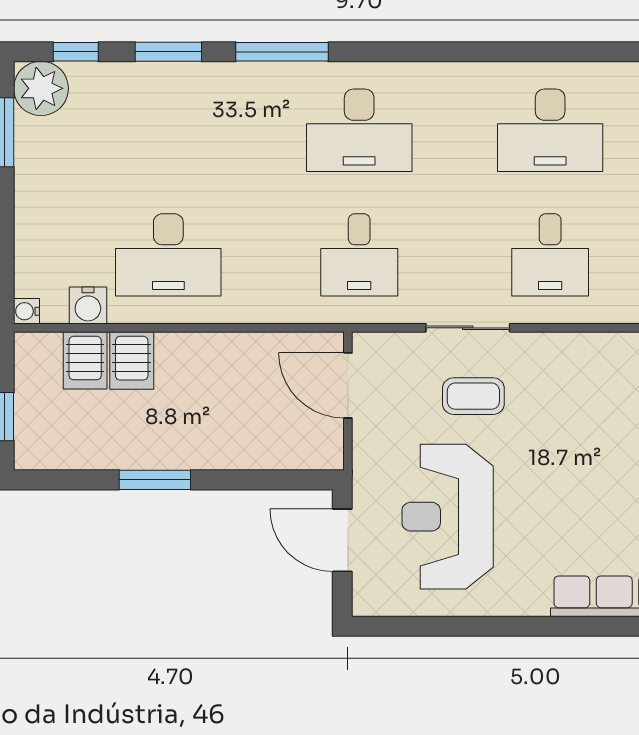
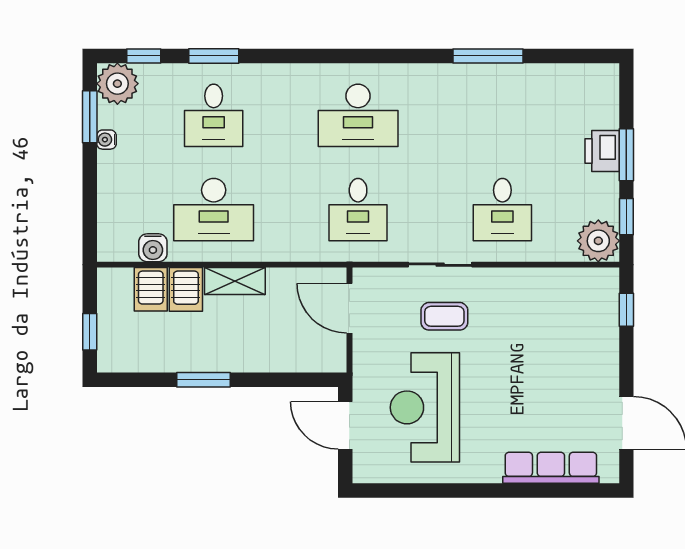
window: (282, 52) -> (488, 56), moved
desk: (550, 130) -> (214, 115), moved, width x0.73
water cooler: (27, 311) -> (106, 140), moved
shelving: (196, 350) -> (235, 281), added

